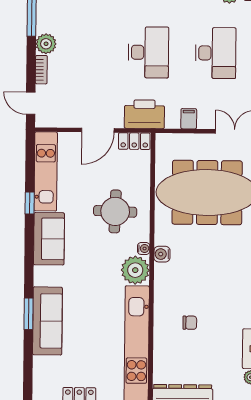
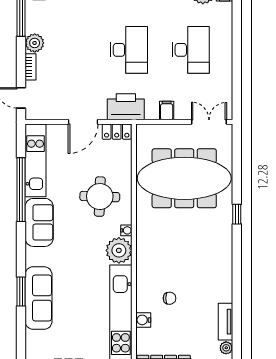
window: (30, 203) -> (21, 190), width x3.17
water cooler: (162, 254) -> (143, 320), moved

